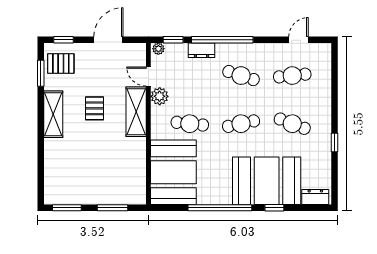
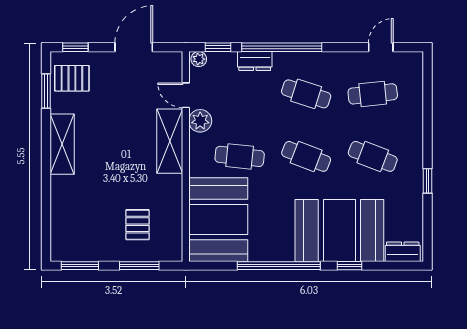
pallet: (95, 108) -> (137, 225), moved
cafe table: (241, 124) -> (306, 156), turned 33

